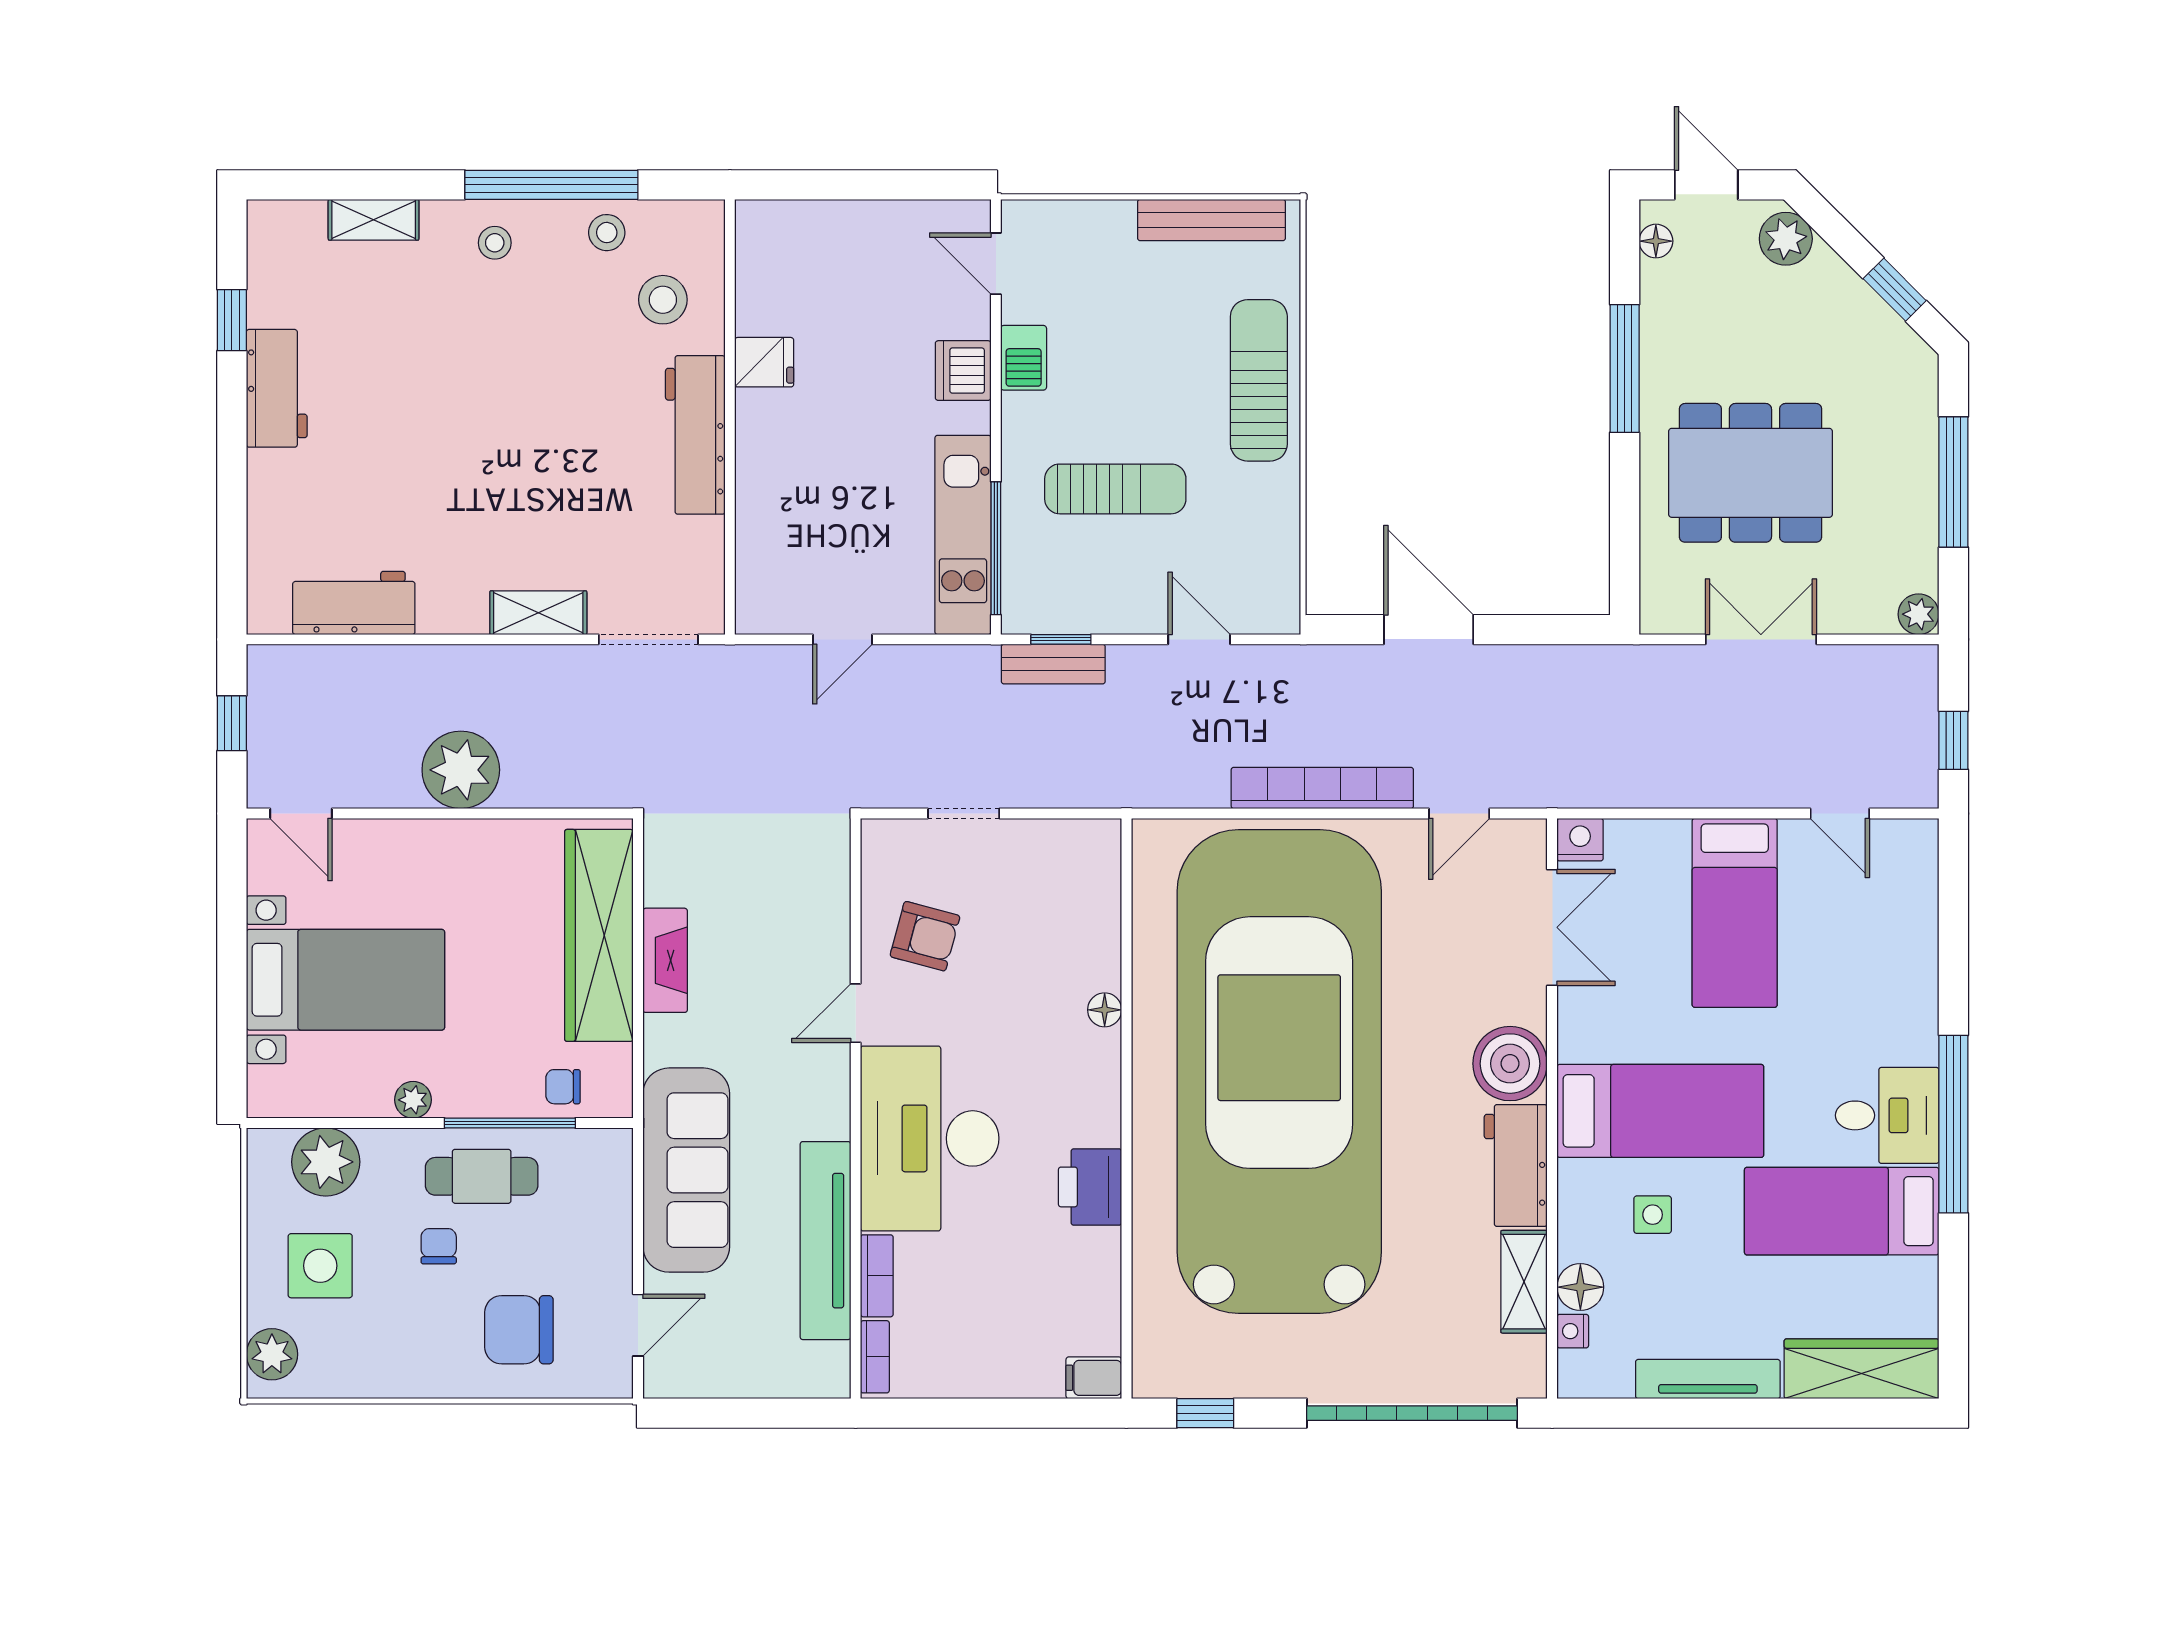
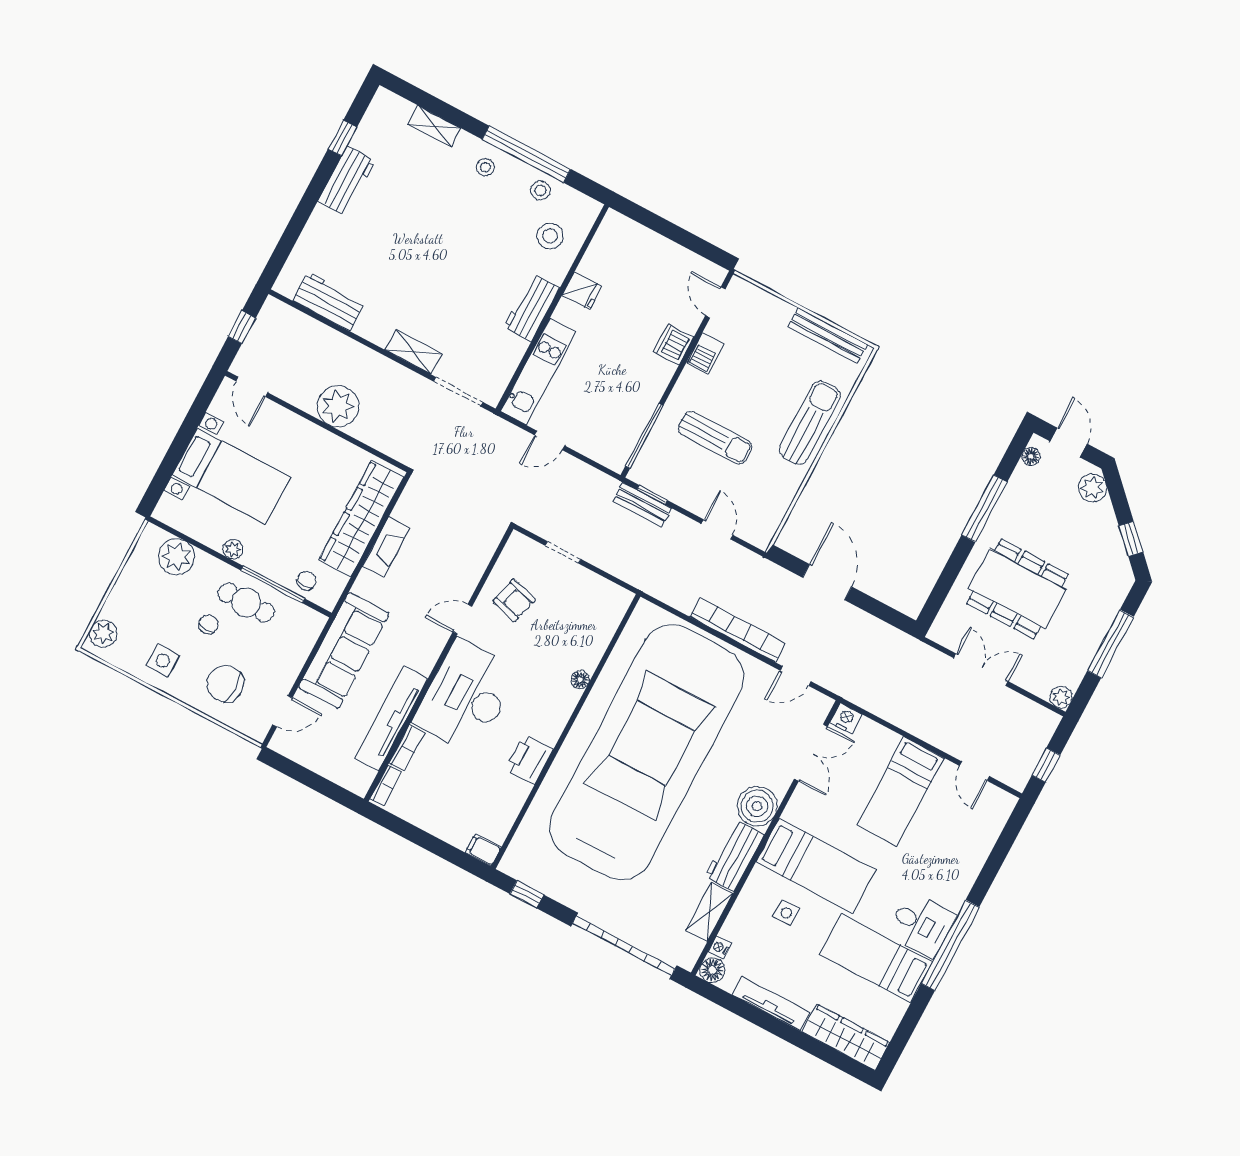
workbench: (695, 435) -> (531, 308), width x0.73
kitchen unit: (963, 535) -> (538, 371), moved, turned 180
chair: (563, 1087) -> (307, 581), turned 90
side table: (320, 1266) -> (163, 660), moved, width x0.73, depth x0.73
floor lamp: (1580, 1287) -> (712, 970), moved

